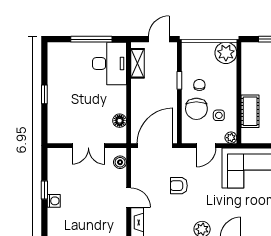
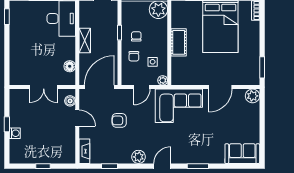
shelving: (138, 63) -> (85, 41), moved
window: (44, 94) -> (7, 17), moved
chair: (196, 109) -> (134, 56), width x0.54, depth x0.54
cot: (250, 111) -> (179, 42), moved
door: (129, 198) -> (77, 118), moved

